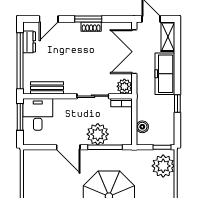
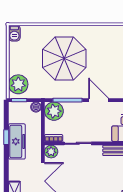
freezer: (165, 74) -> (17, 141), moved
boiler: (142, 127) -> (36, 107), moved
plant: (98, 134) -> (54, 111), moved

